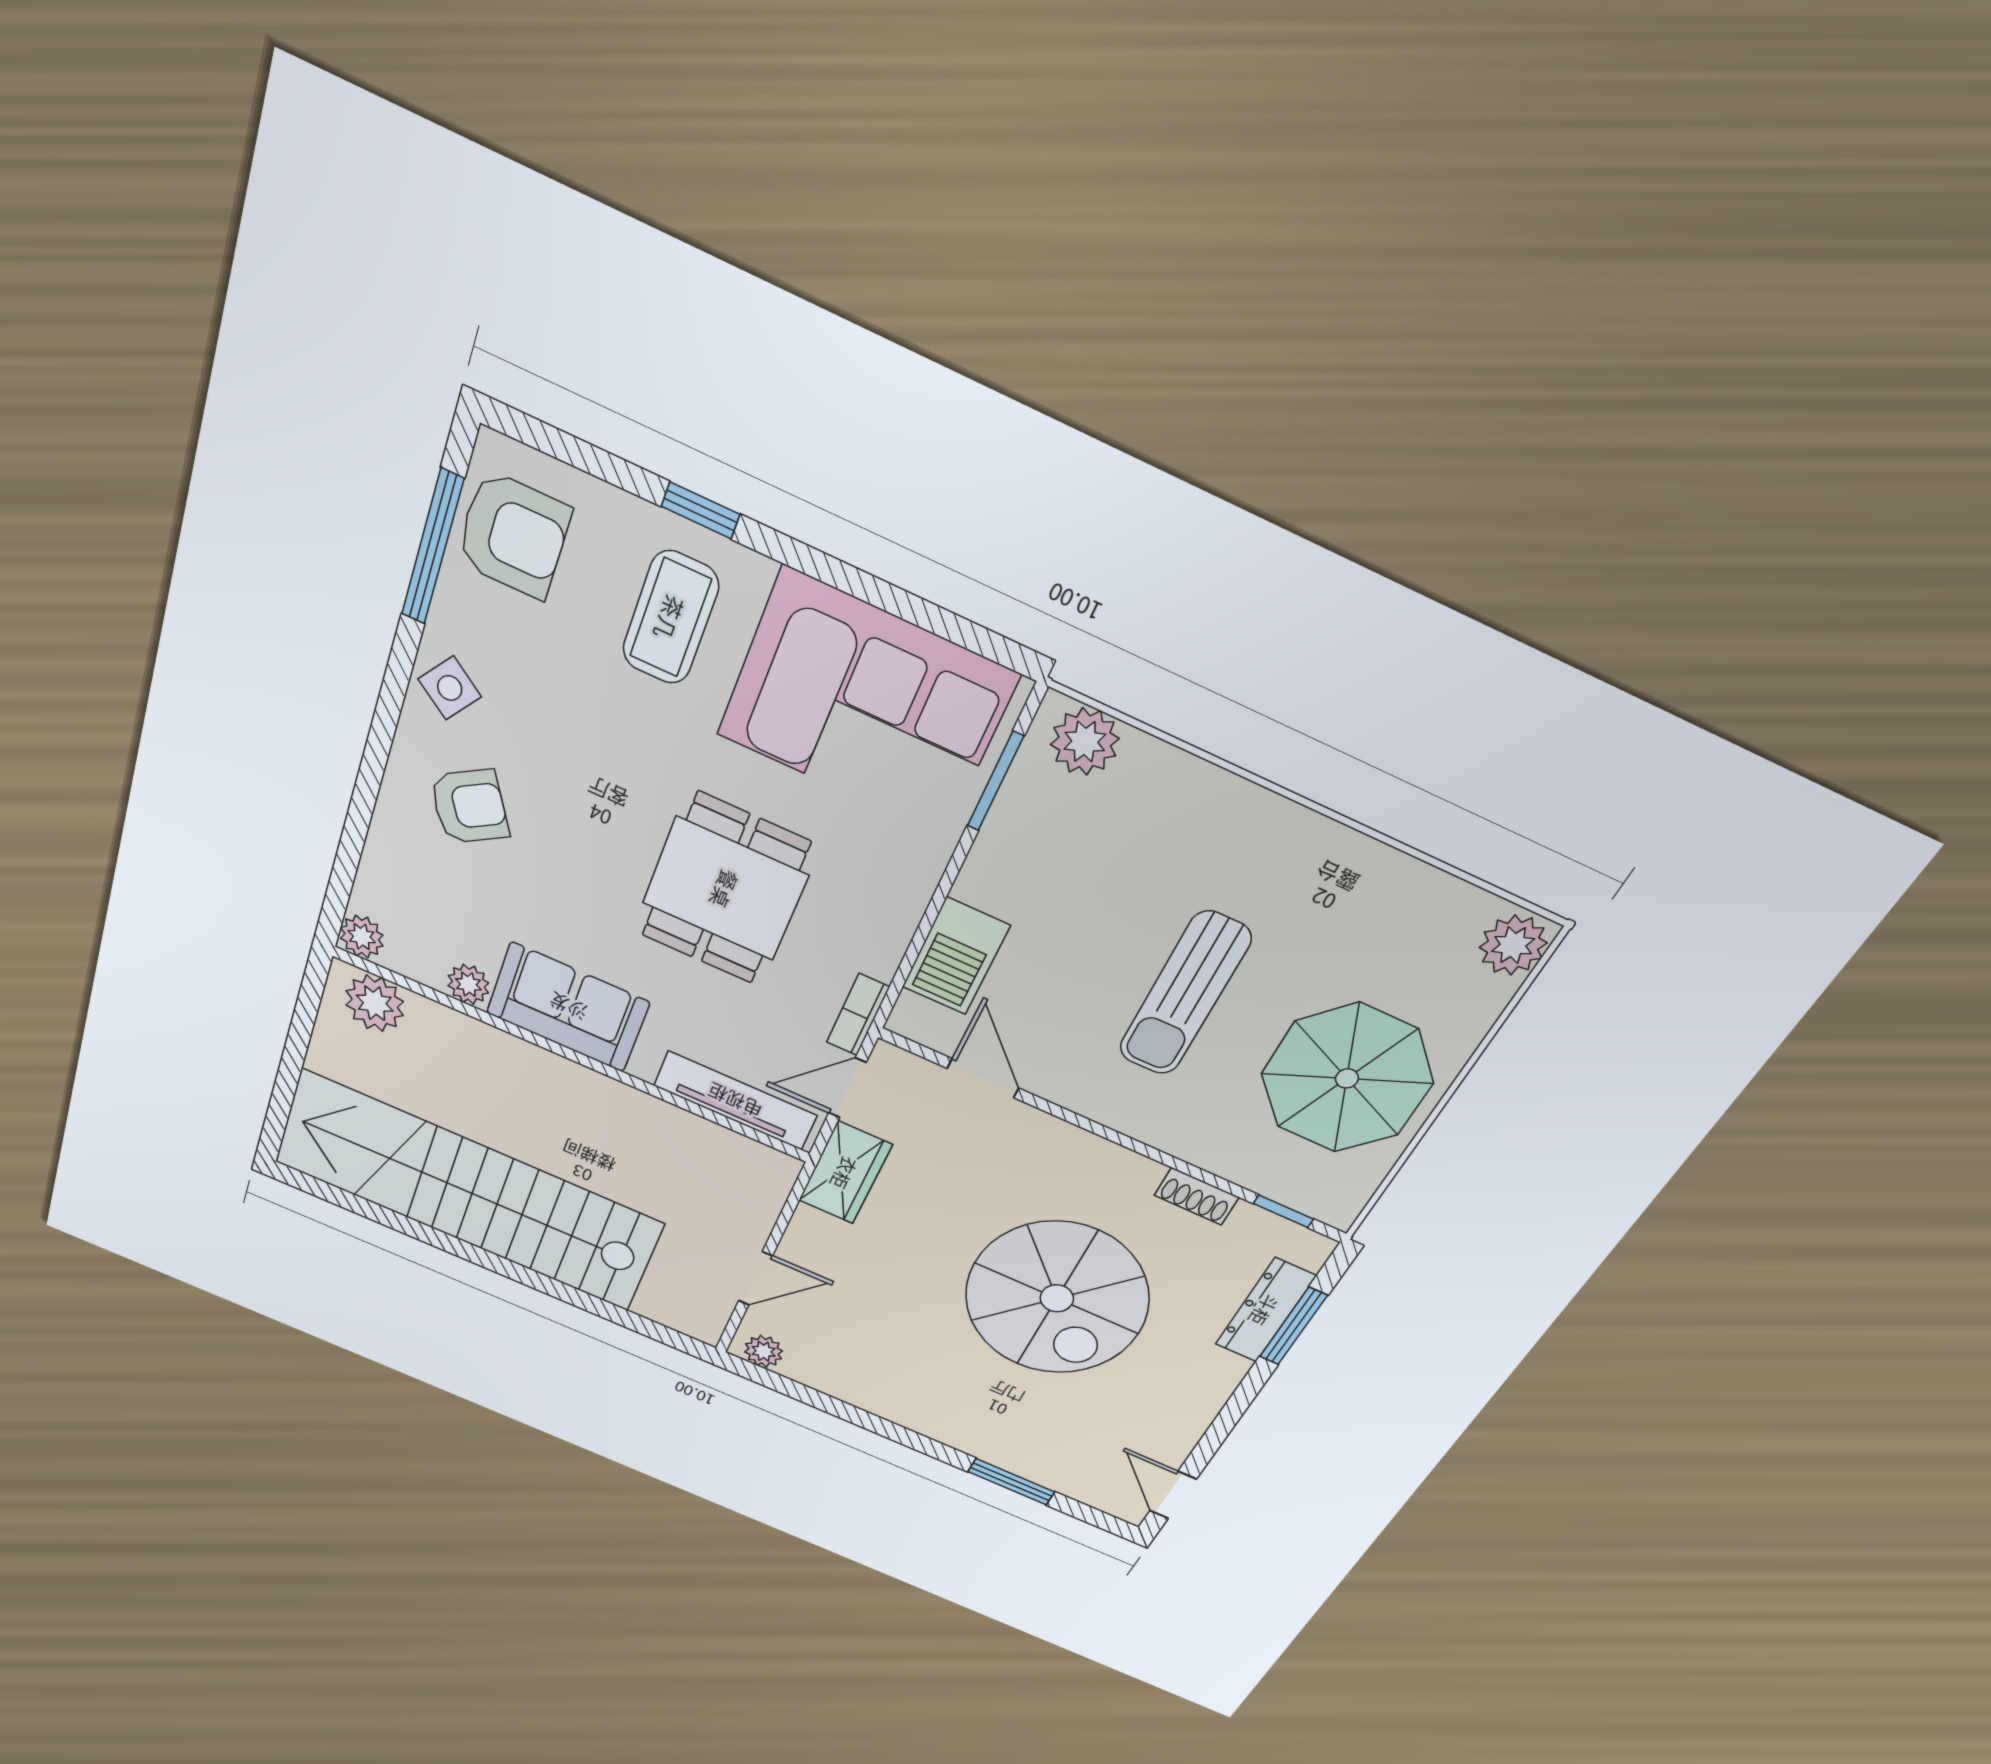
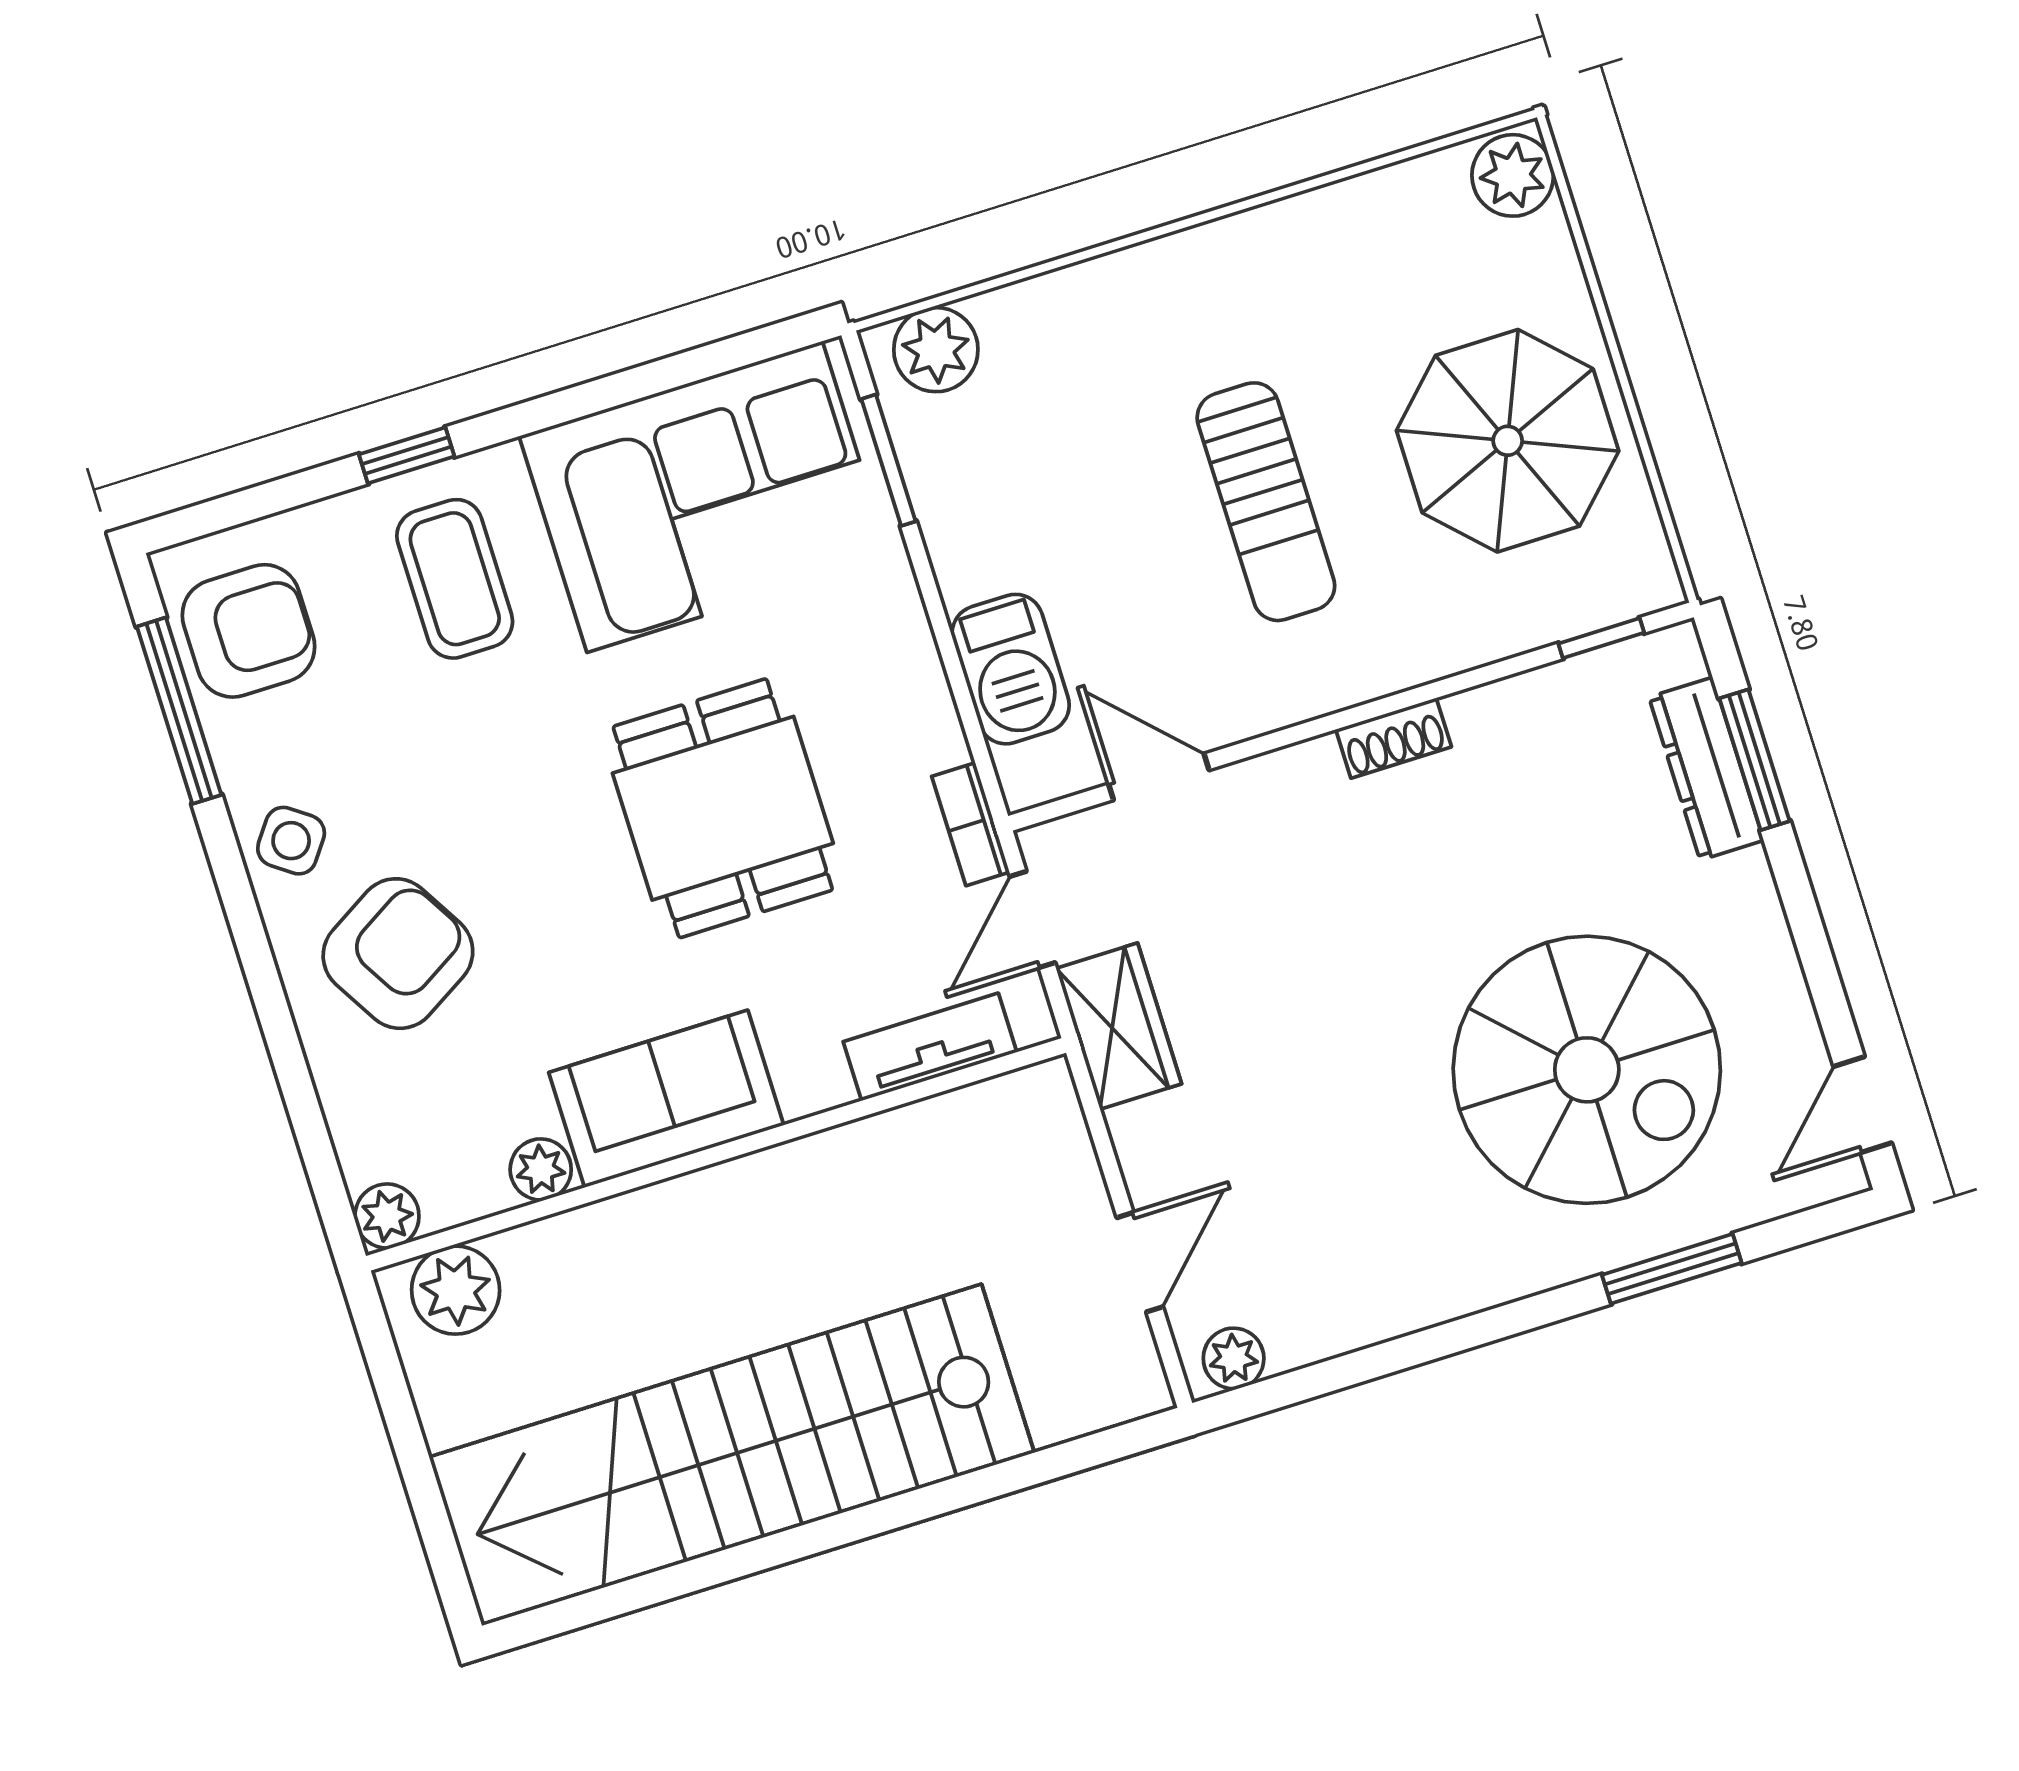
armchair: (469, 806) -> (398, 954), width x1.38, depth x1.38
tv unit: (735, 1101) -> (930, 1047), width x0.71
shoe rack: (1197, 1196) -> (1394, 738), moved
spiral stairs: (1057, 1298) -> (1587, 1070), moved
door: (1173, 1495) -> (1863, 1105), hinge flipped

